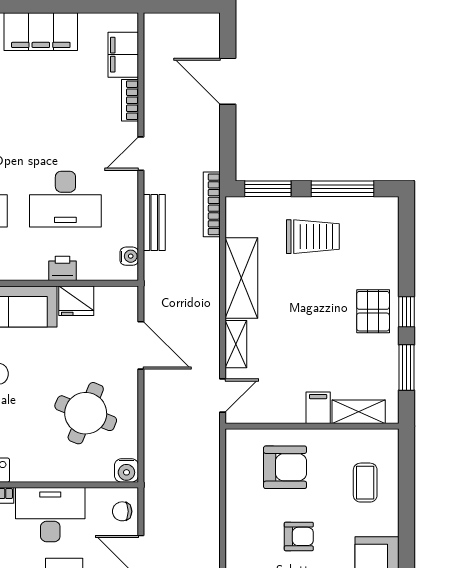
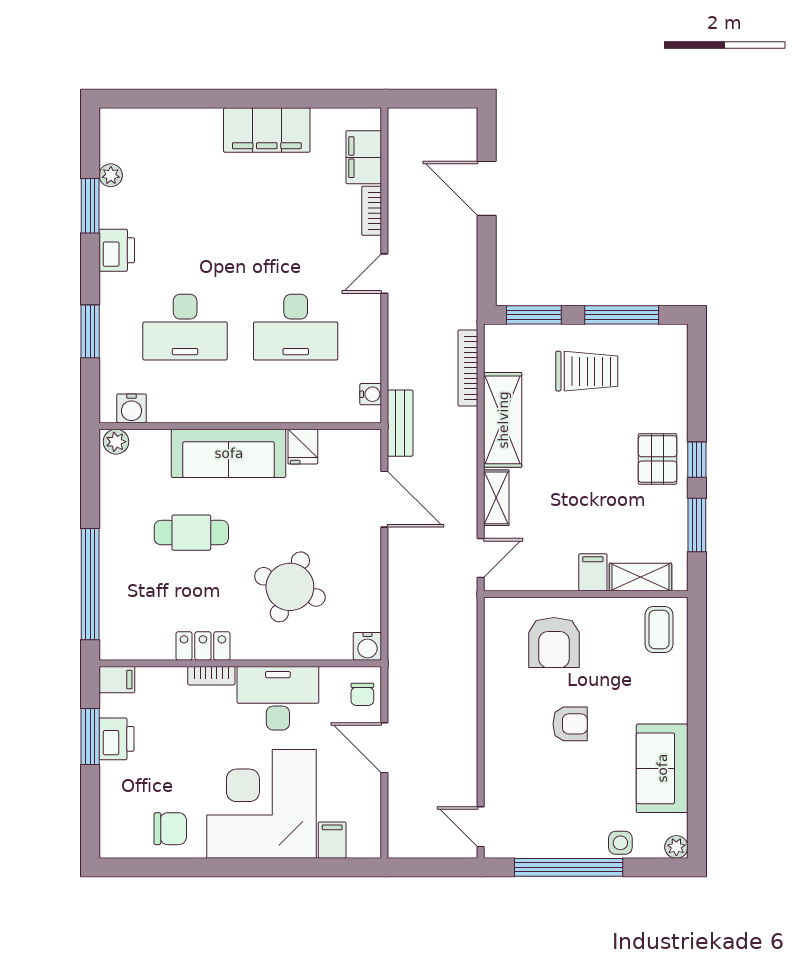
bookcase: (212, 204) -> (468, 368), moved
bench: (154, 223) -> (400, 423), moved
printer: (63, 268) -> (292, 409), removed
fridge: (76, 301) -> (303, 447), width x0.72
round table: (86, 413) -> (290, 587), moved
armchair: (285, 467) -> (554, 643), turned 90
coffee table: (365, 483) -> (659, 630), moved
chair: (122, 511) -> (362, 694), turned -90

